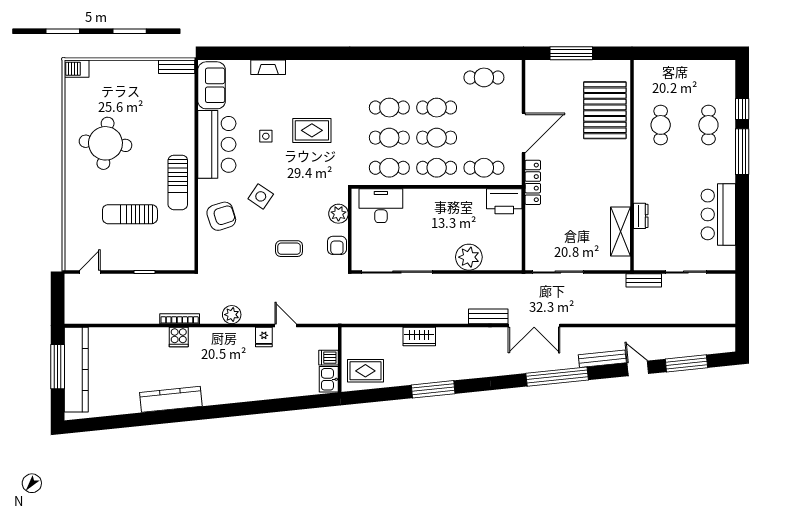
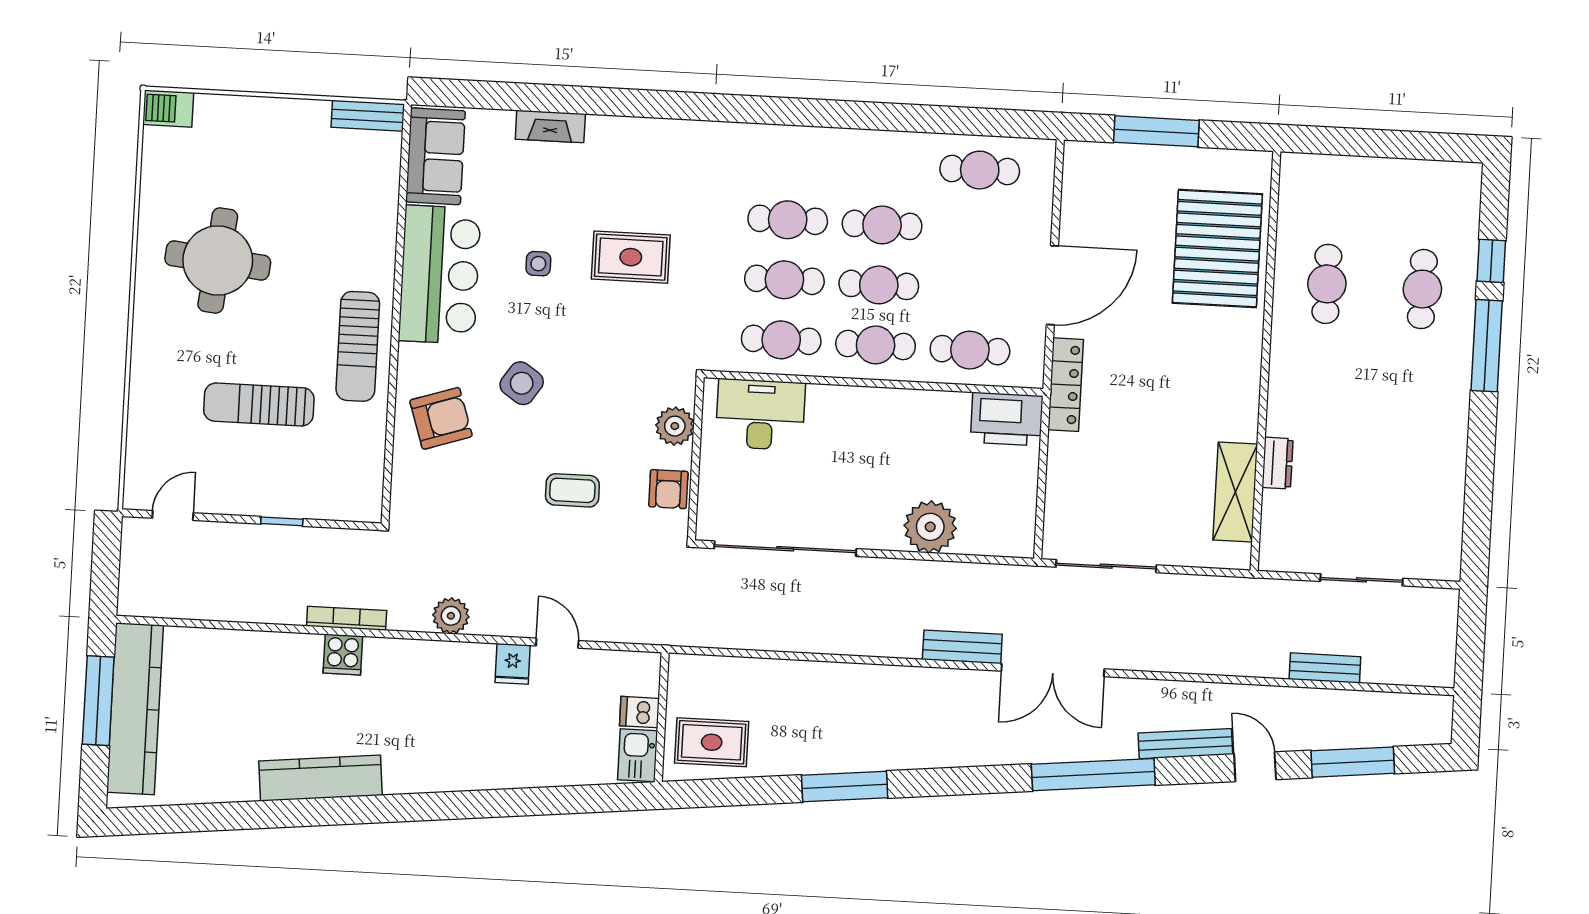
bar counter: (718, 214) -> (1432, 469), removed
bench: (644, 280) -> (1325, 668), moved
wardrobe: (419, 336) -> (823, 680), removed

